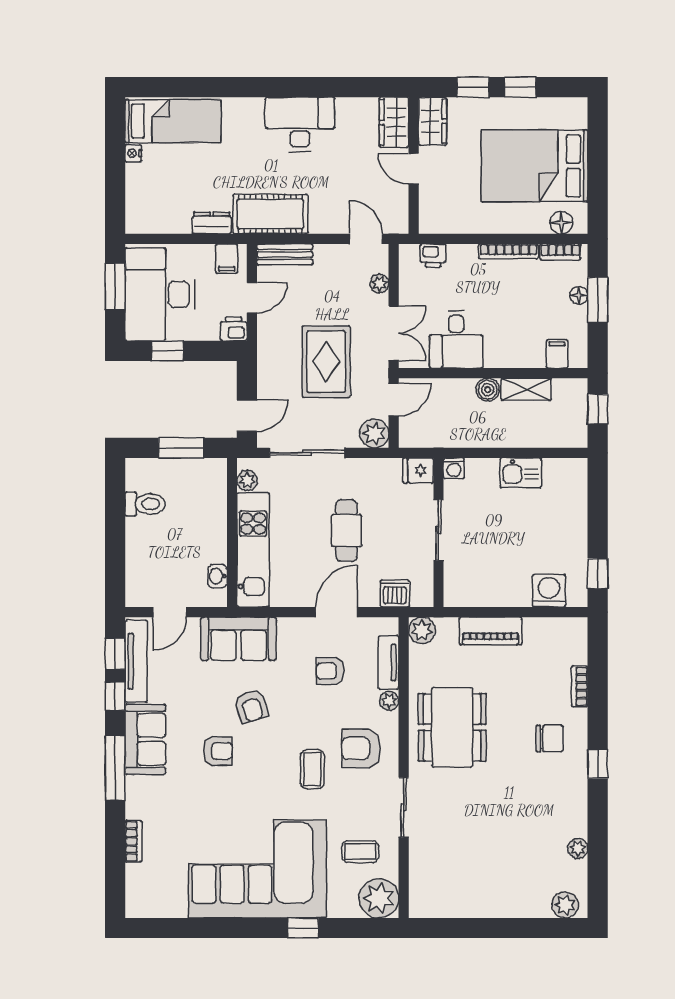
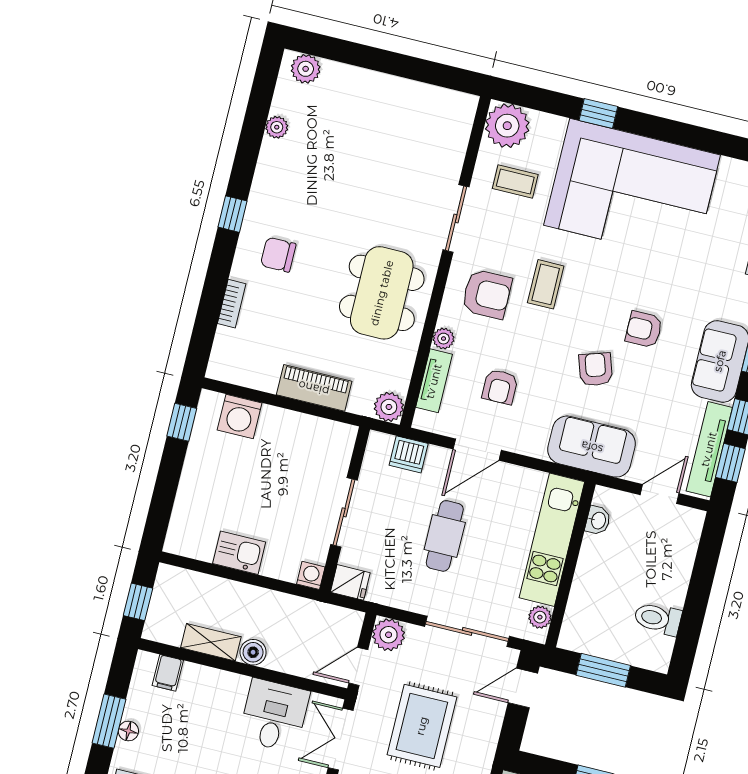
armchair: (330, 671) -> (500, 387), turned 90

